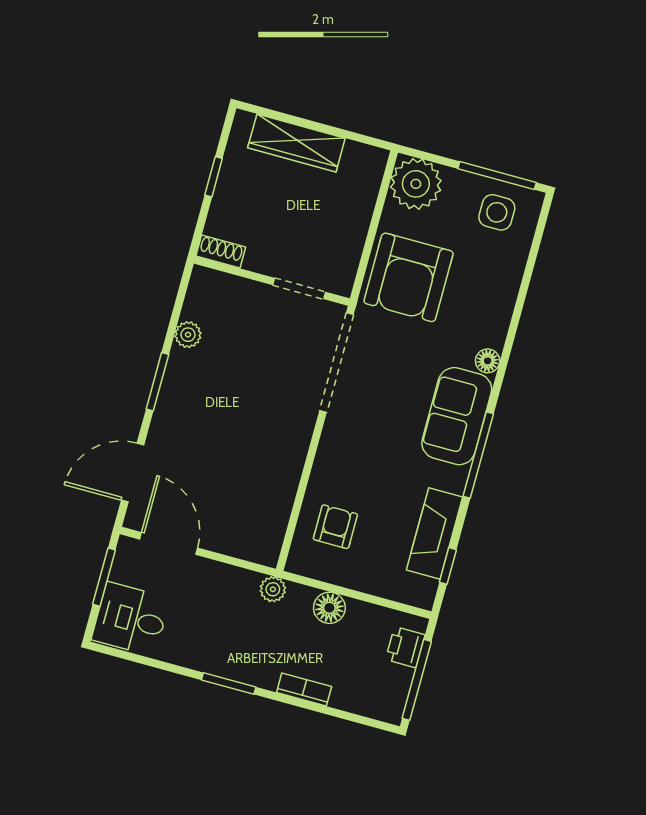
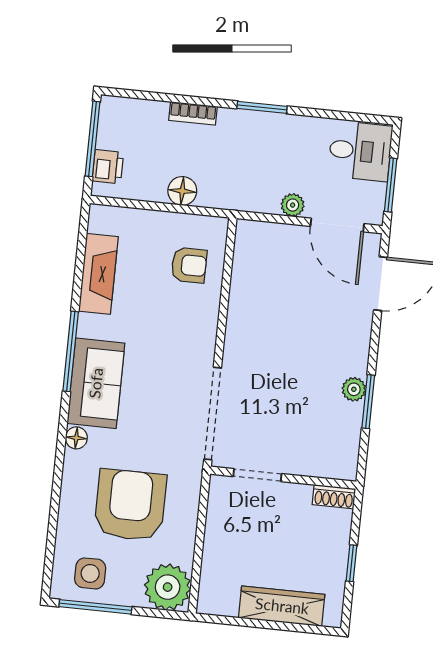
armchair: (409, 277) -> (130, 505), moved
plant: (188, 335) -> (354, 389), moved
window: (157, 382) -> (368, 402), moved
armchair: (335, 527) -> (189, 265), turned -90
window: (448, 566) -> (81, 247), removed
plant: (273, 589) -> (293, 205), moved

